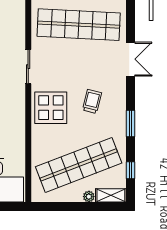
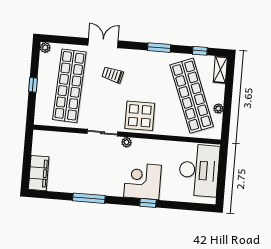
plant: (19, 95) -> (127, 142), added
trolley: (92, 101) -> (113, 75), moved
plant: (89, 197) -> (218, 109), moved

